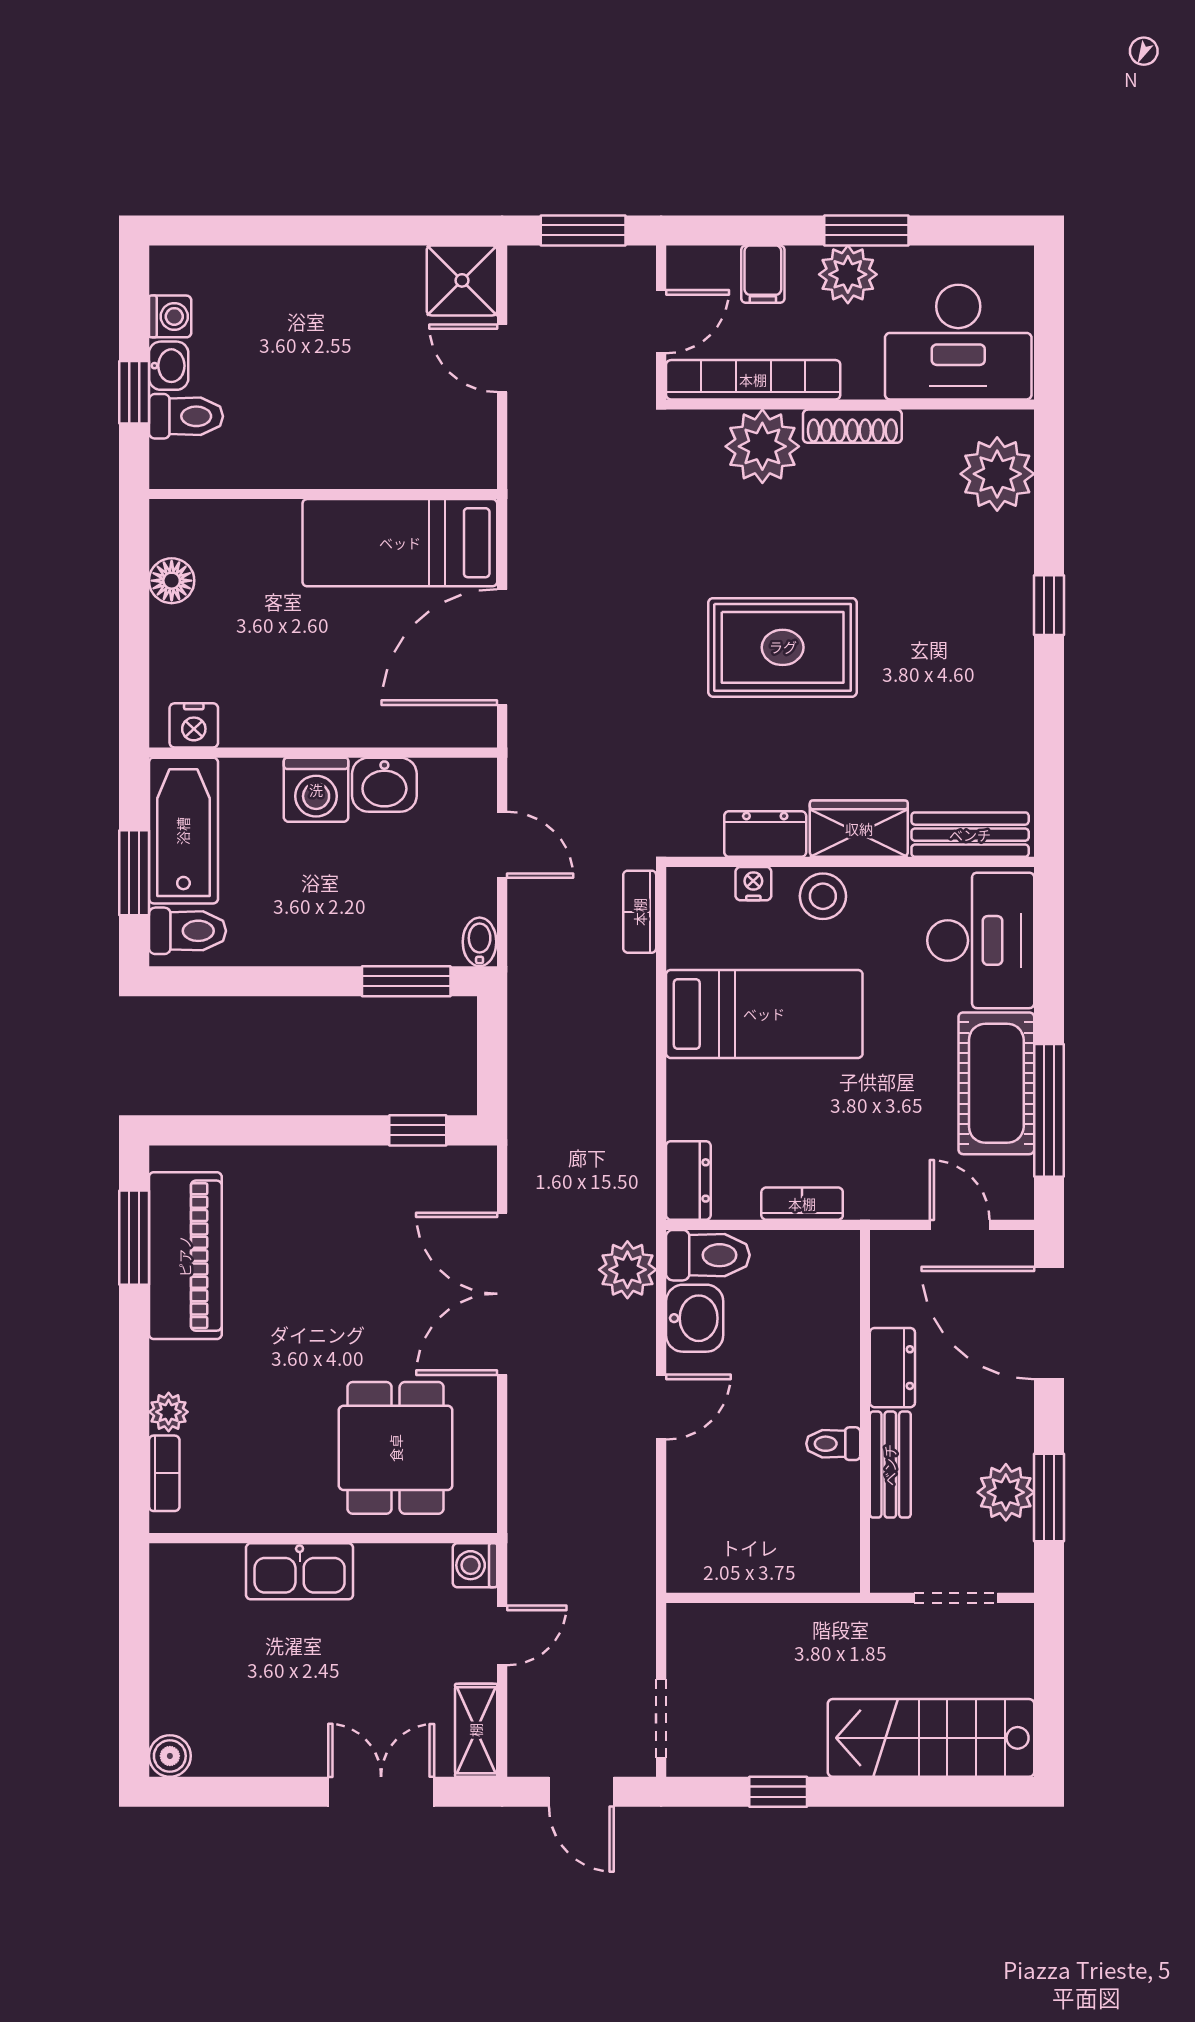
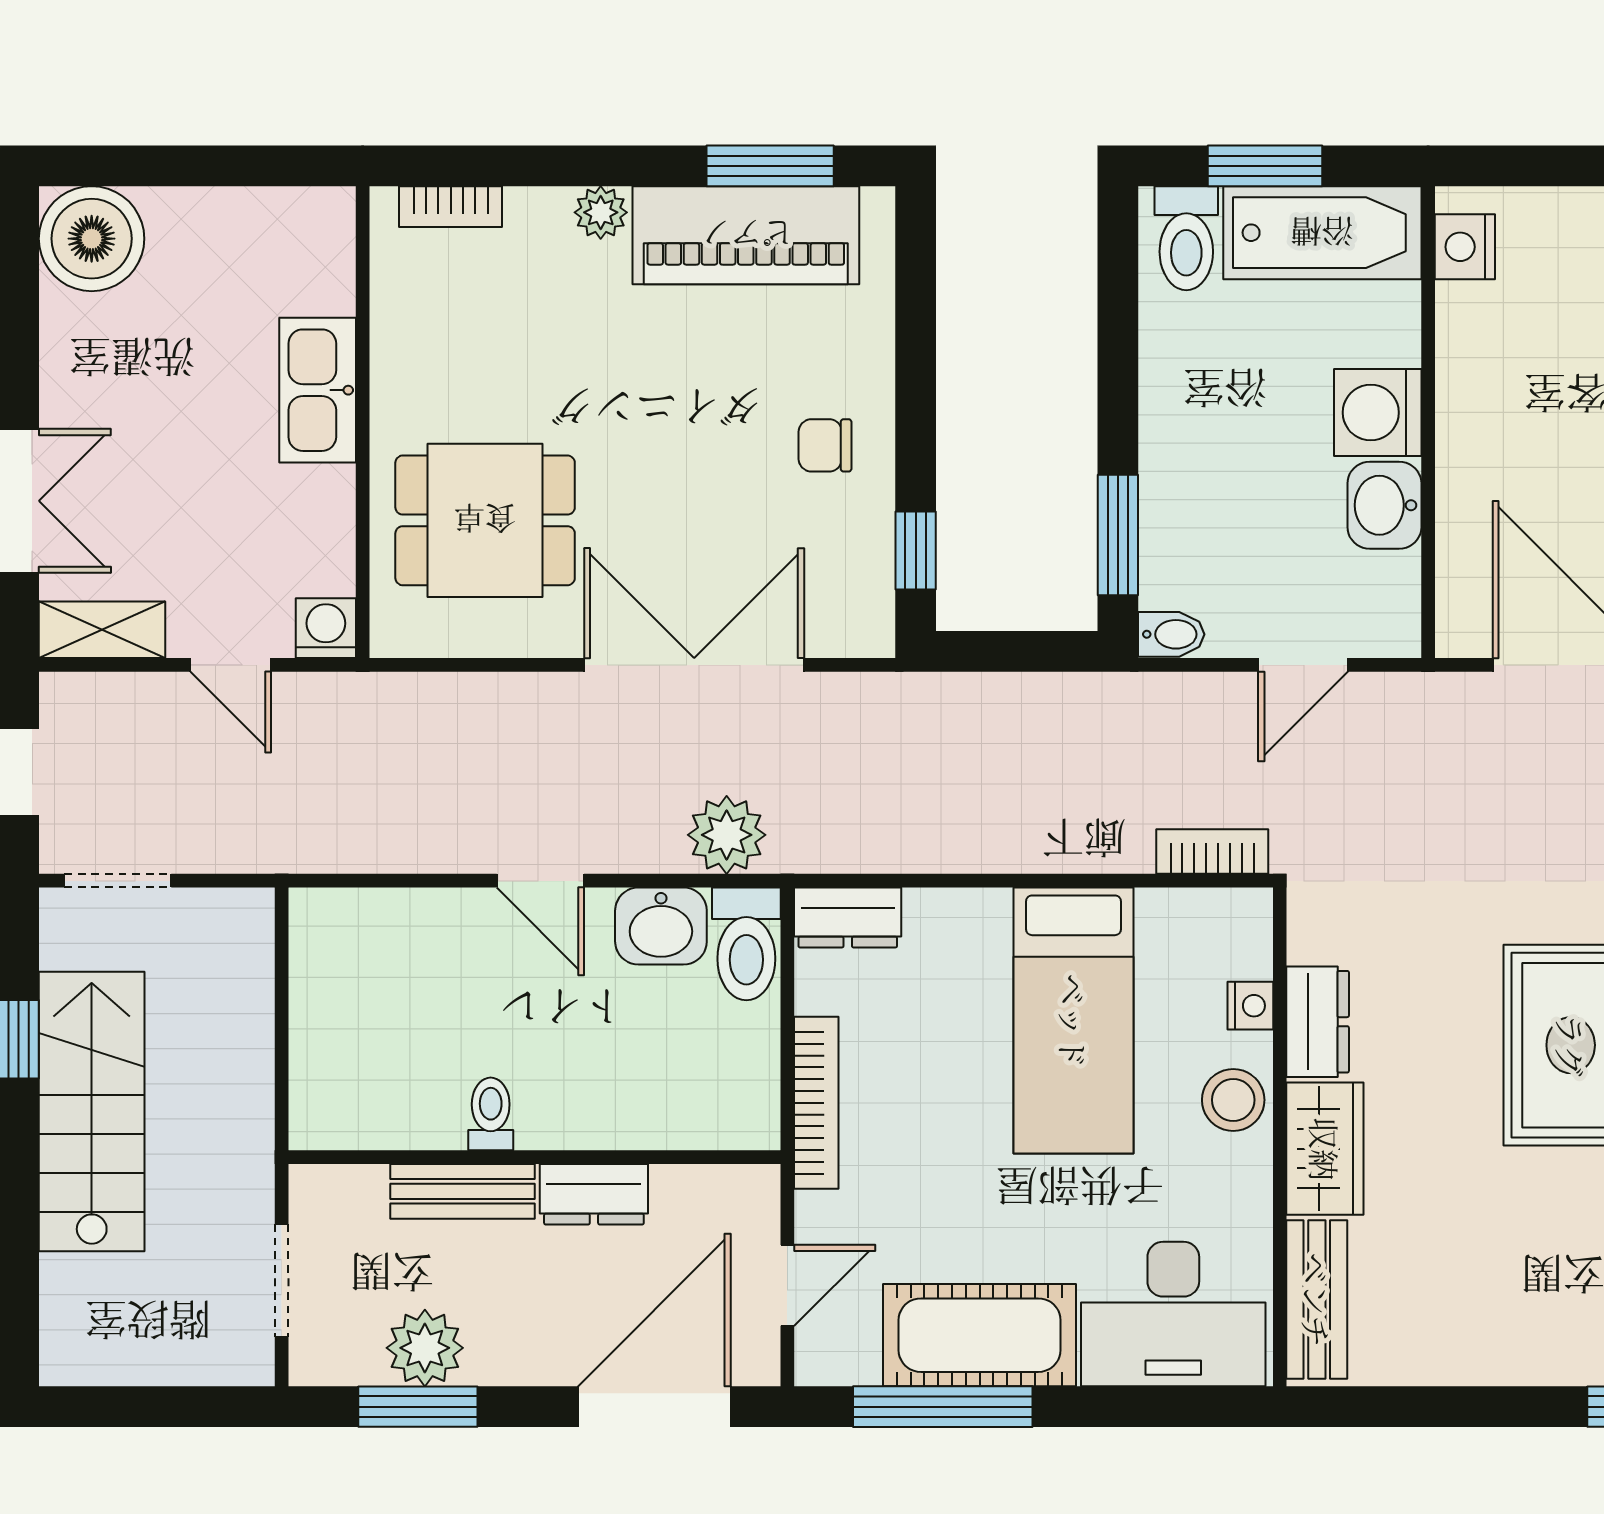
chair: (340, 1197) -> (825, 445), added
bookcase: (802, 1204) -> (816, 1103), width x1.56
plant: (169, 1412) -> (601, 212), moved
stairs: (931, 1738) -> (92, 1112), moved
boiler: (170, 1756) -> (92, 239), width x1.86, depth x1.86

